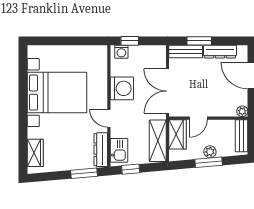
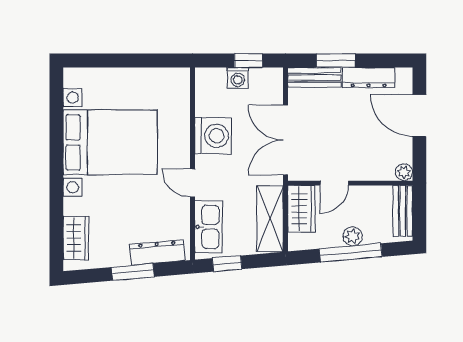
window: (130, 41) -> (248, 61), moved
washing machine: (121, 52) -> (238, 78), moved
dresser: (101, 150) -> (158, 252), moved, turned 85
kitchen sink: (119, 150) -> (208, 227), width x1.38
window: (209, 162) -> (351, 253), width x1.44
window: (84, 173) -> (133, 272), moved

